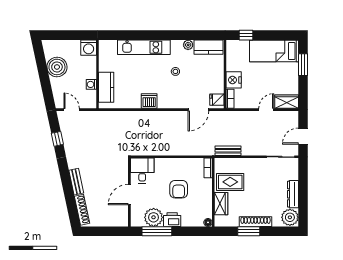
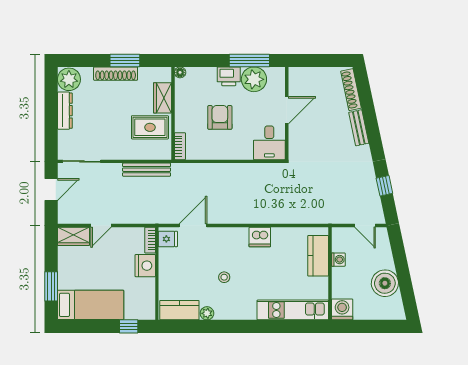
kitchen unit: (144, 47) -> (293, 310), moved
bench: (228, 151) -> (147, 170), width x1.36

